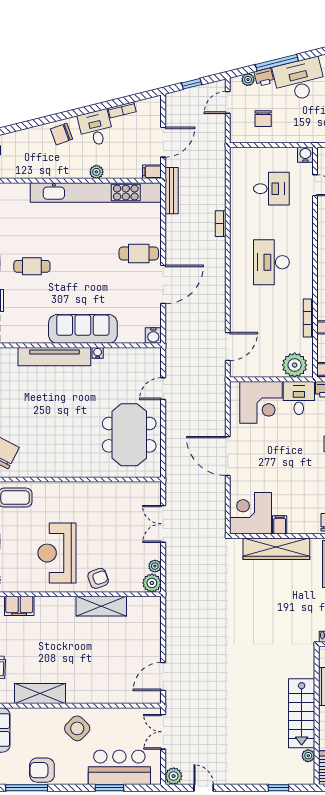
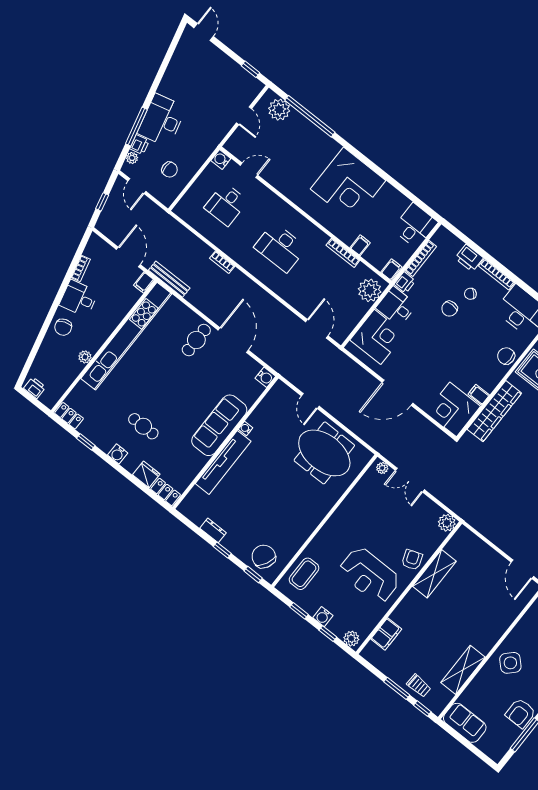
plant: (96, 172) -> (85, 357), moved
desk: (271, 189) -> (226, 204), turned 180
cafe table: (32, 266) -> (143, 426), turned 90
plant: (155, 566) -> (382, 468), moved

